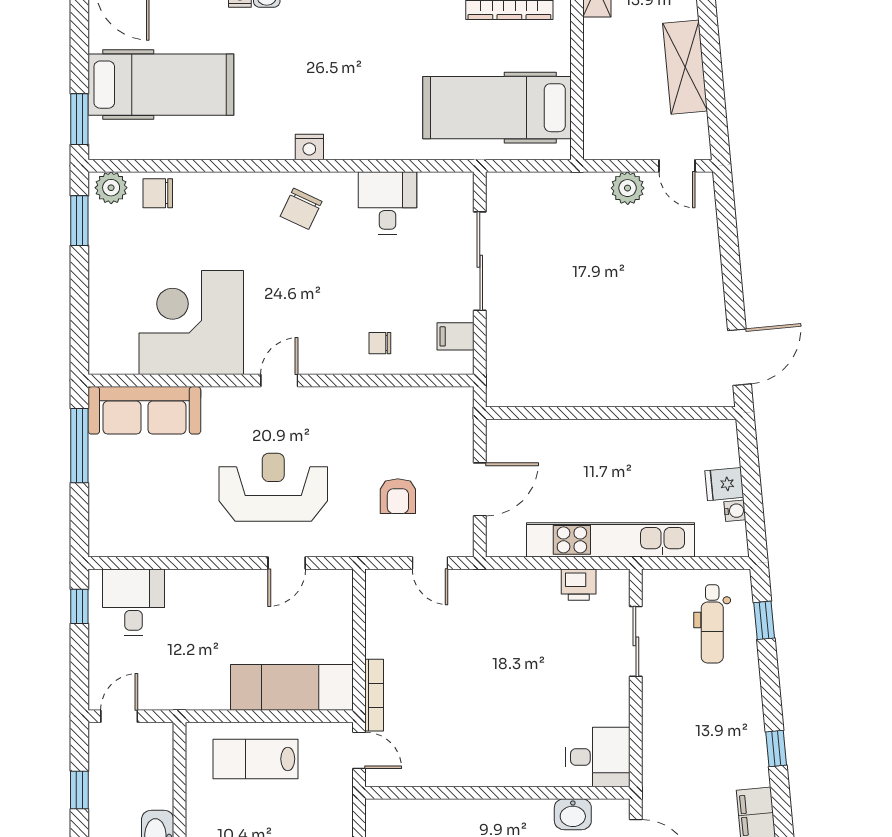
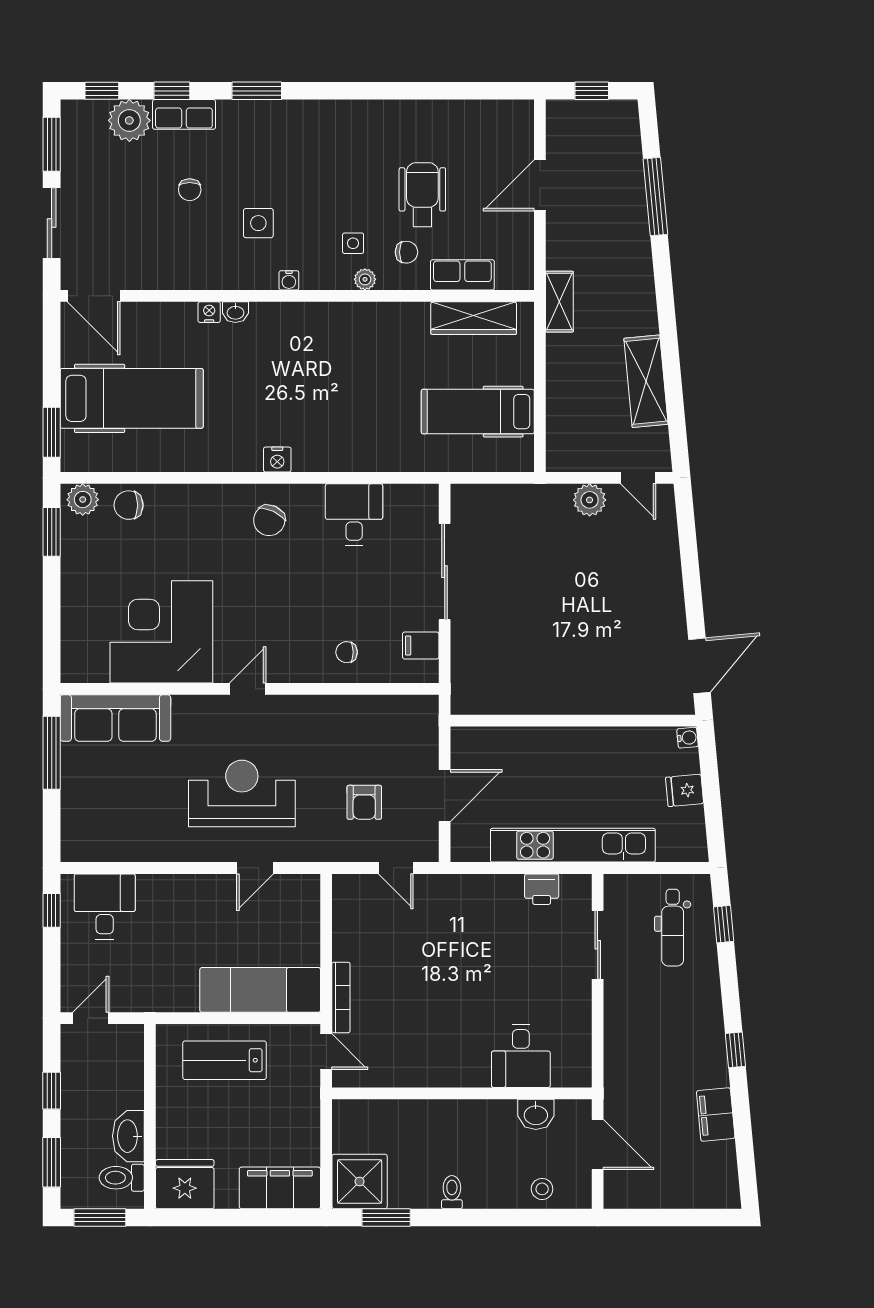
hospital bed: (497, 108) -> (478, 412), width x0.73, depth x0.78
water cooler: (735, 511) -> (688, 738), moved
desk: (598, 757) -> (521, 1056), moved, turned 90

